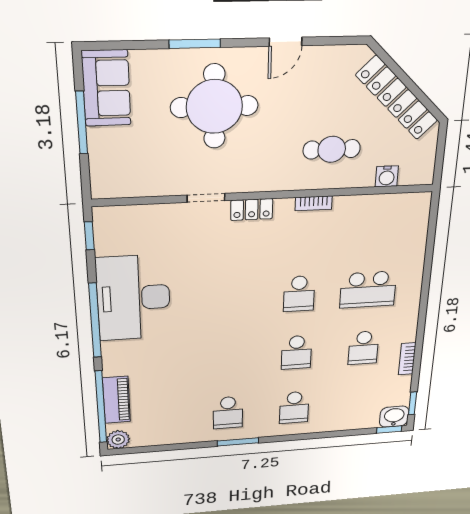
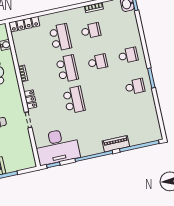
locker: (418, 223) -> (24, 24), added
school desk: (299, 294) -> (67, 69), width x1.85
desk: (133, 298) -> (57, 146), moved
school desk: (228, 298) -> (74, 100), added
piano: (116, 400) -> (116, 144), moved
plant: (118, 440) -> (157, 135), removed

